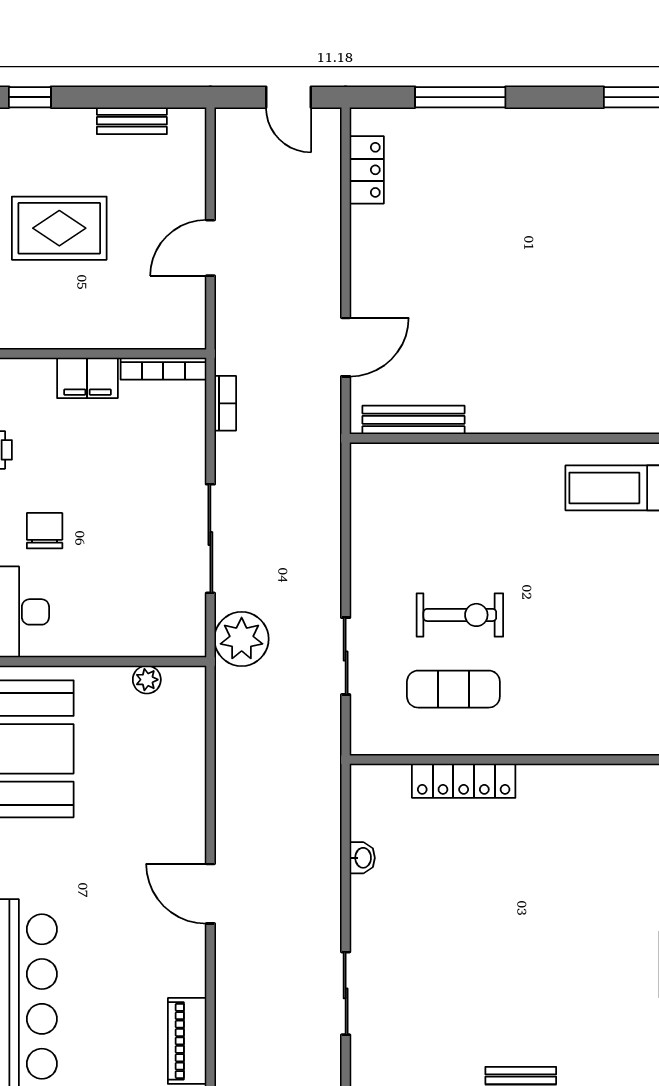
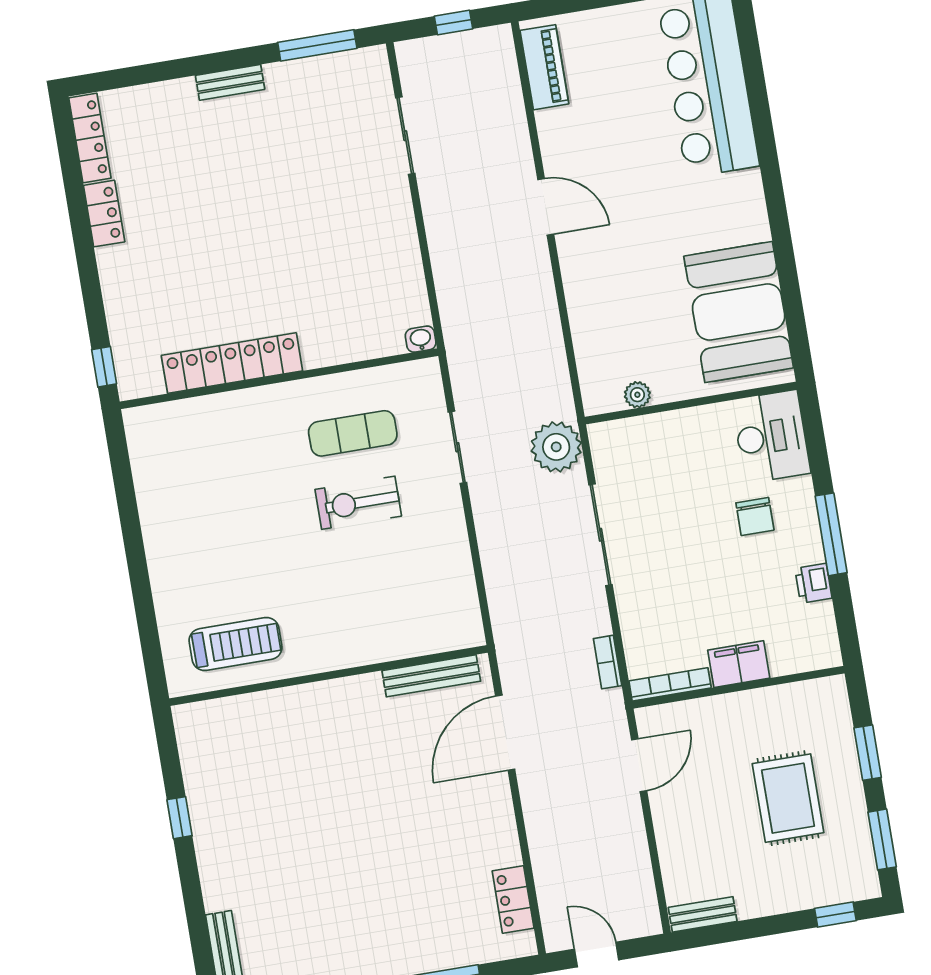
bench: (132, 121) -> (703, 914), moved
rug: (59, 228) -> (788, 798), turned 90
door: (210, 248) -> (639, 765), moved
door: (346, 347) -> (505, 733), width x1.36
locker: (464, 781) -> (232, 363), moved, width x1.41, depth x1.21
washbasin: (362, 858) -> (421, 339), moved, turned 90

